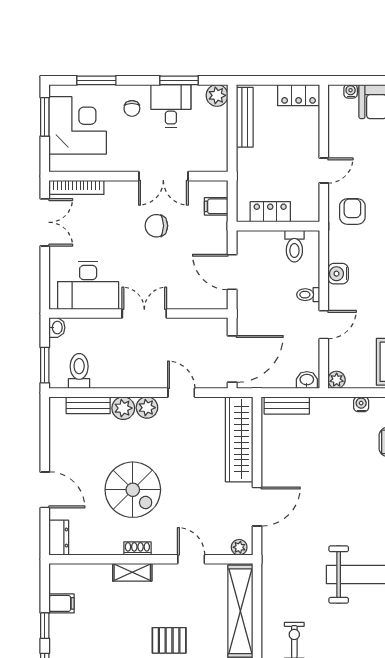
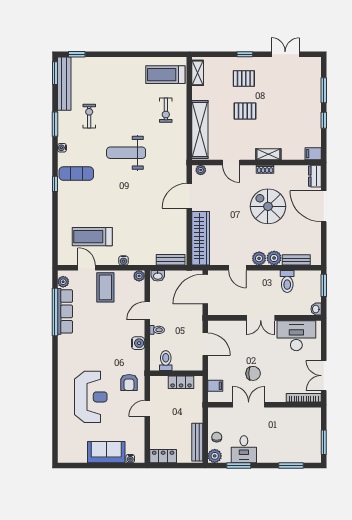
chair: (132, 108) -> (217, 437), moved
corner desk: (78, 125) -> (303, 437), removed
toilet: (79, 371) -> (287, 282), moved
door: (45, 490) -> (324, 206), width x1.36
filing cabinet: (62, 603) -> (313, 154), moved

